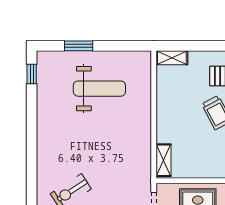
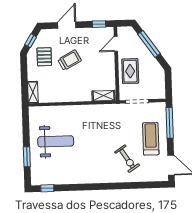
weight bench: (99, 89) -> (56, 141), turned 90

